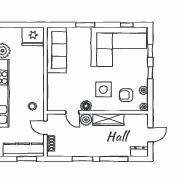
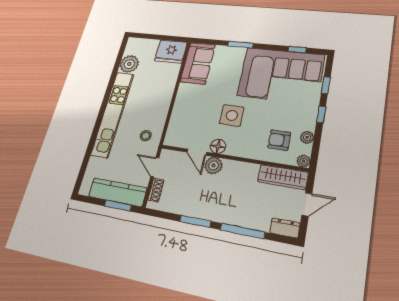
sofa: (56, 50) -> (198, 63), width x0.73
side table: (103, 89) -> (232, 115), moved
wardrobe: (108, 120) -> (283, 177), moved

